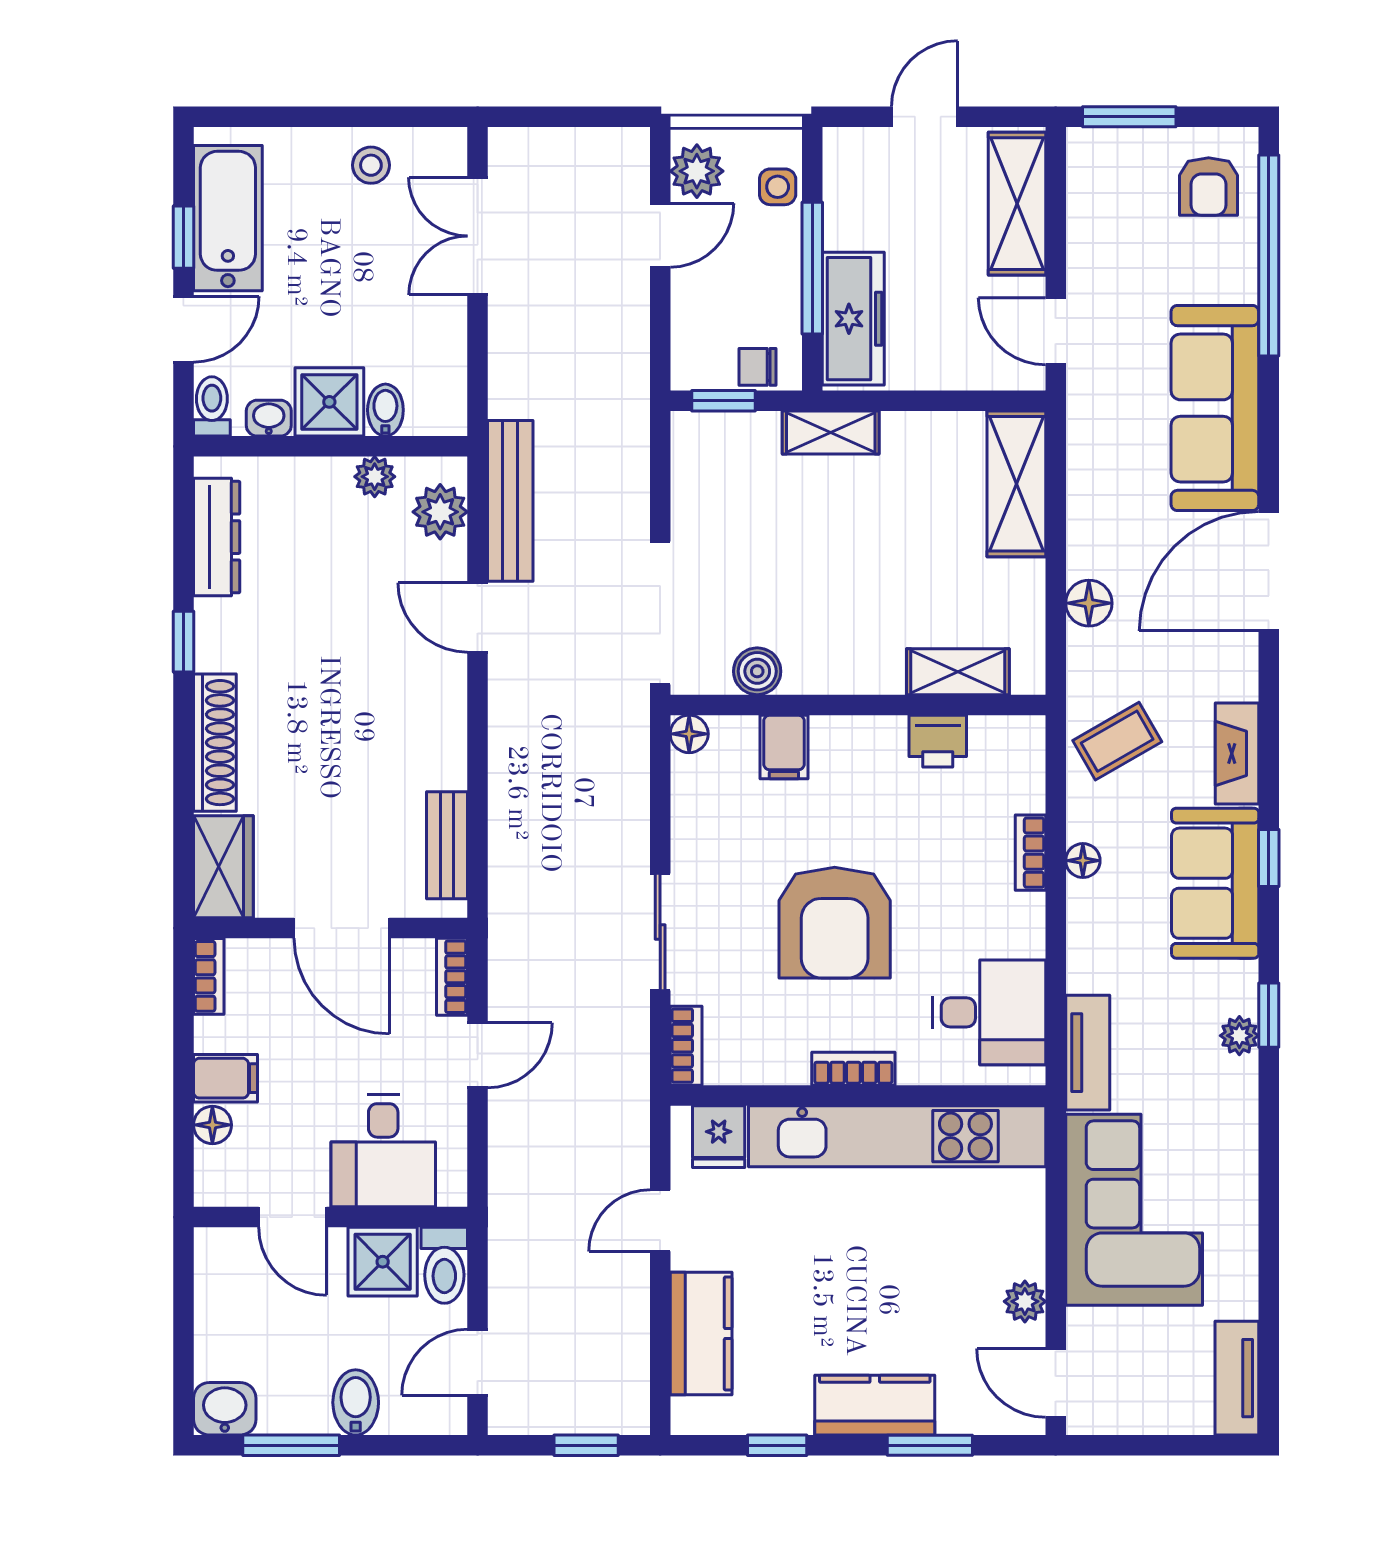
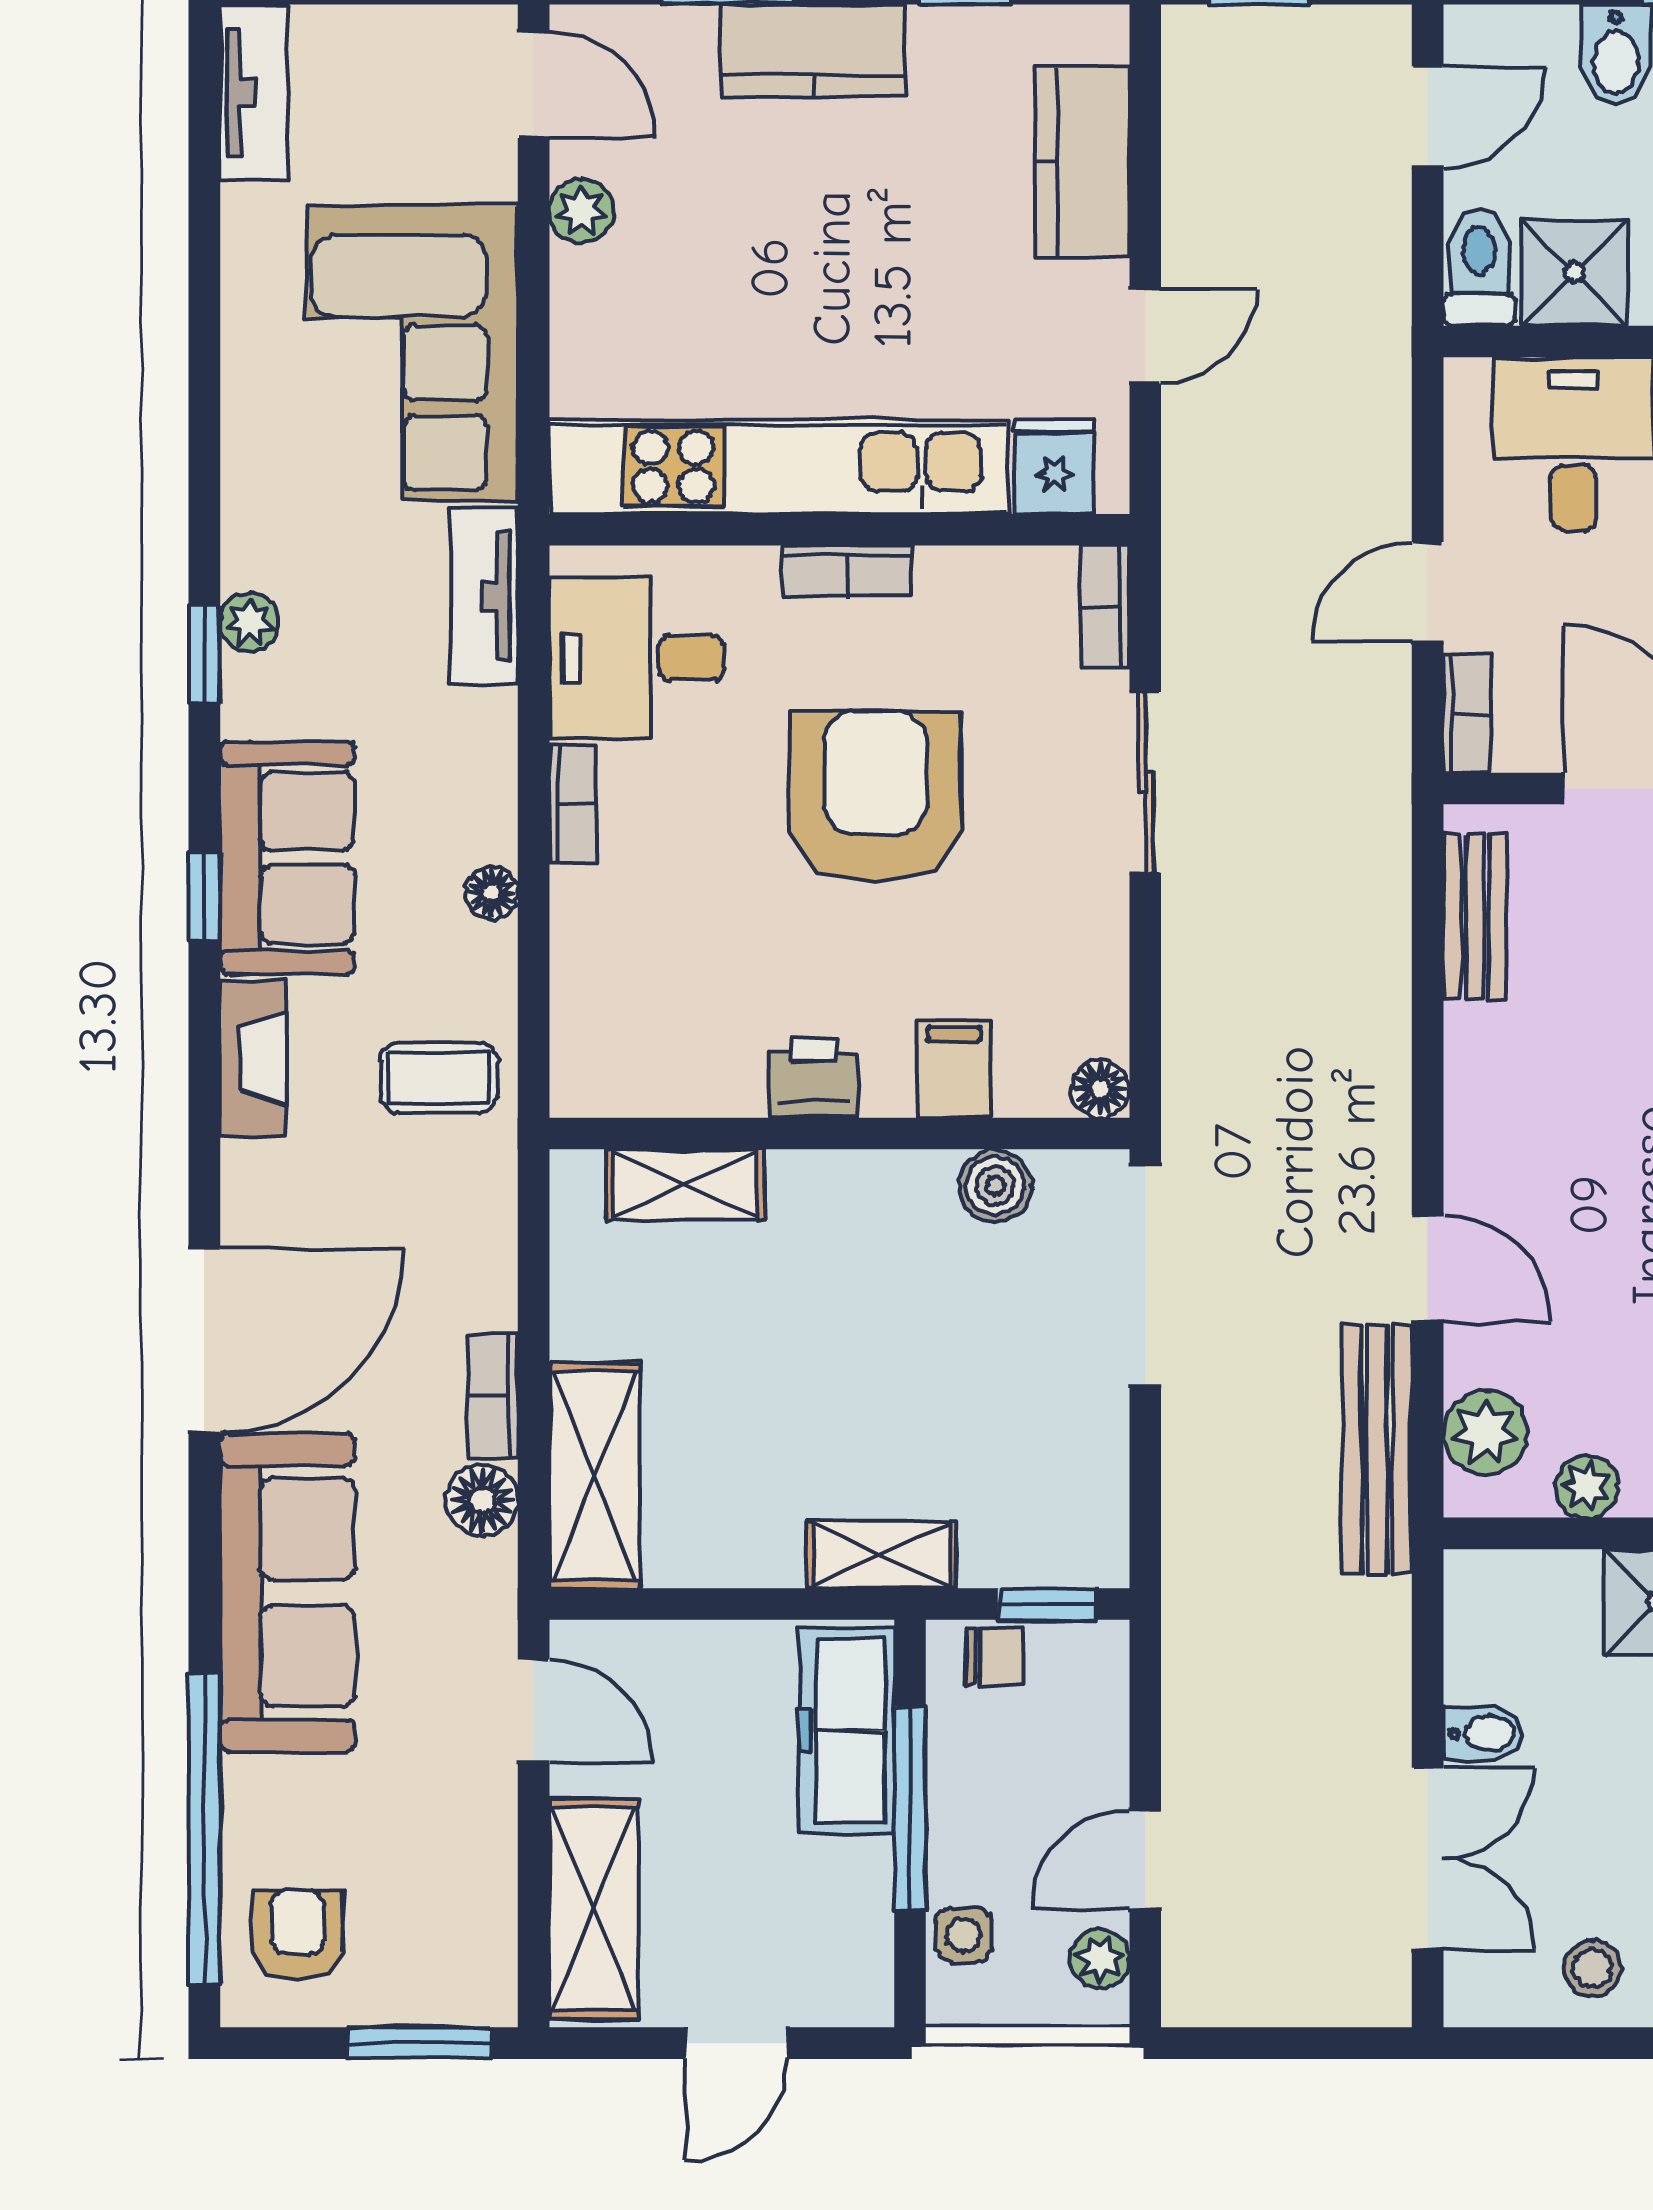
plant: (697, 171) -> (1100, 1959), width x0.73, depth x0.73
bidet: (385, 410) -> (1484, 1734), moved, turned -90
bookcase: (1082, 535) -> (493, 1396), added
floor lamp: (1089, 603) -> (482, 1500), moved
printer: (938, 741) -> (814, 1078), moved
coffee table: (1117, 741) -> (439, 1078), turned 30
bookcase: (1030, 853) -> (573, 804), moved

